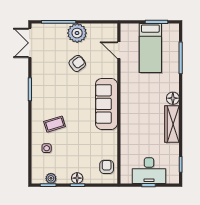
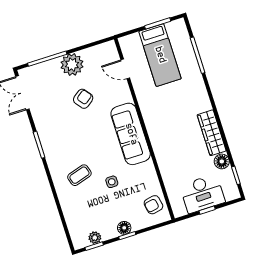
floor lamp: (173, 98) -> (222, 161), moved
side table: (47, 148) -> (112, 182), moved
armchair: (107, 167) -> (153, 205), turned -101

